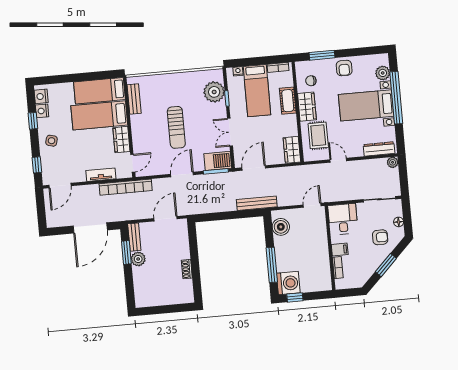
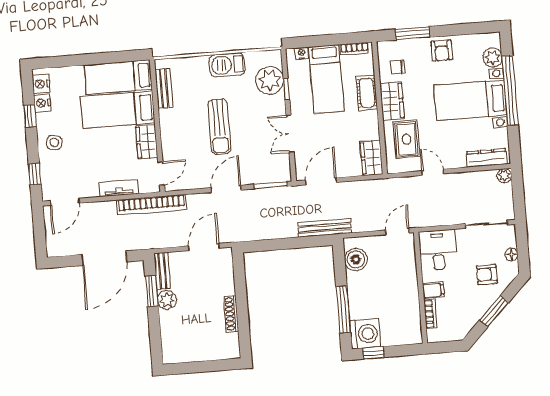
barbecue: (218, 161) -> (227, 65), moved, turned 180
armchair: (380, 237) -> (487, 275), turned 180
shoe rack: (187, 269) -> (231, 314), width x1.43

